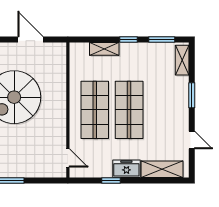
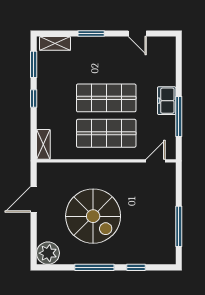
shelving: (104, 49) -> (43, 144), moved
door: (192, 140) -> (137, 34), swing flipped
shelving: (162, 169) -> (167, 64), removed
window: (111, 180) -> (179, 116), width x2.17

